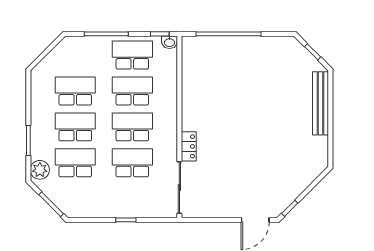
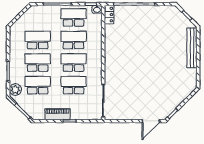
locker: (189, 146) -> (109, 15), moved
piano: (107, 209) -> (57, 114), added

